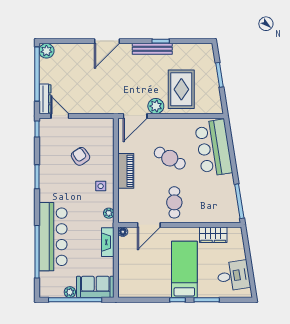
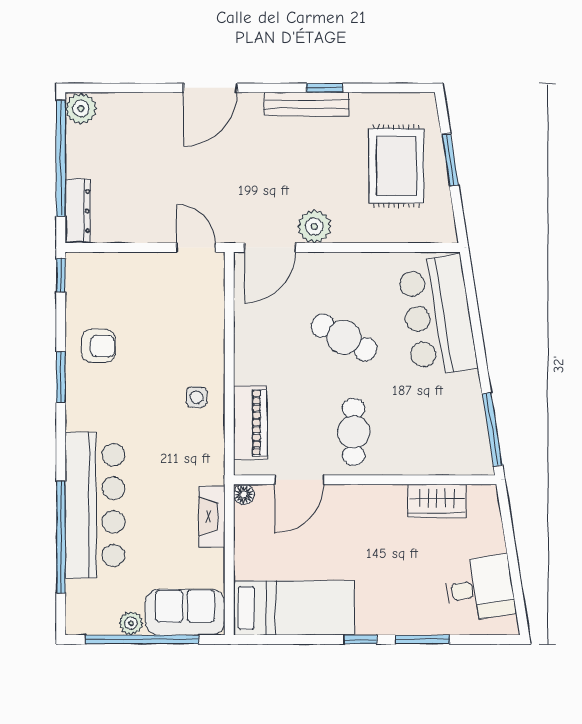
rug: (181, 89) -> (396, 166), moved
door: (60, 116) -> (196, 248), moved
armchair: (80, 156) -> (99, 346), moved, turned 124
piano: (126, 171) -> (250, 423), moved
plant: (109, 213) -> (214, 455), removed
bed: (184, 269) -> (294, 608), moved, turned 90

